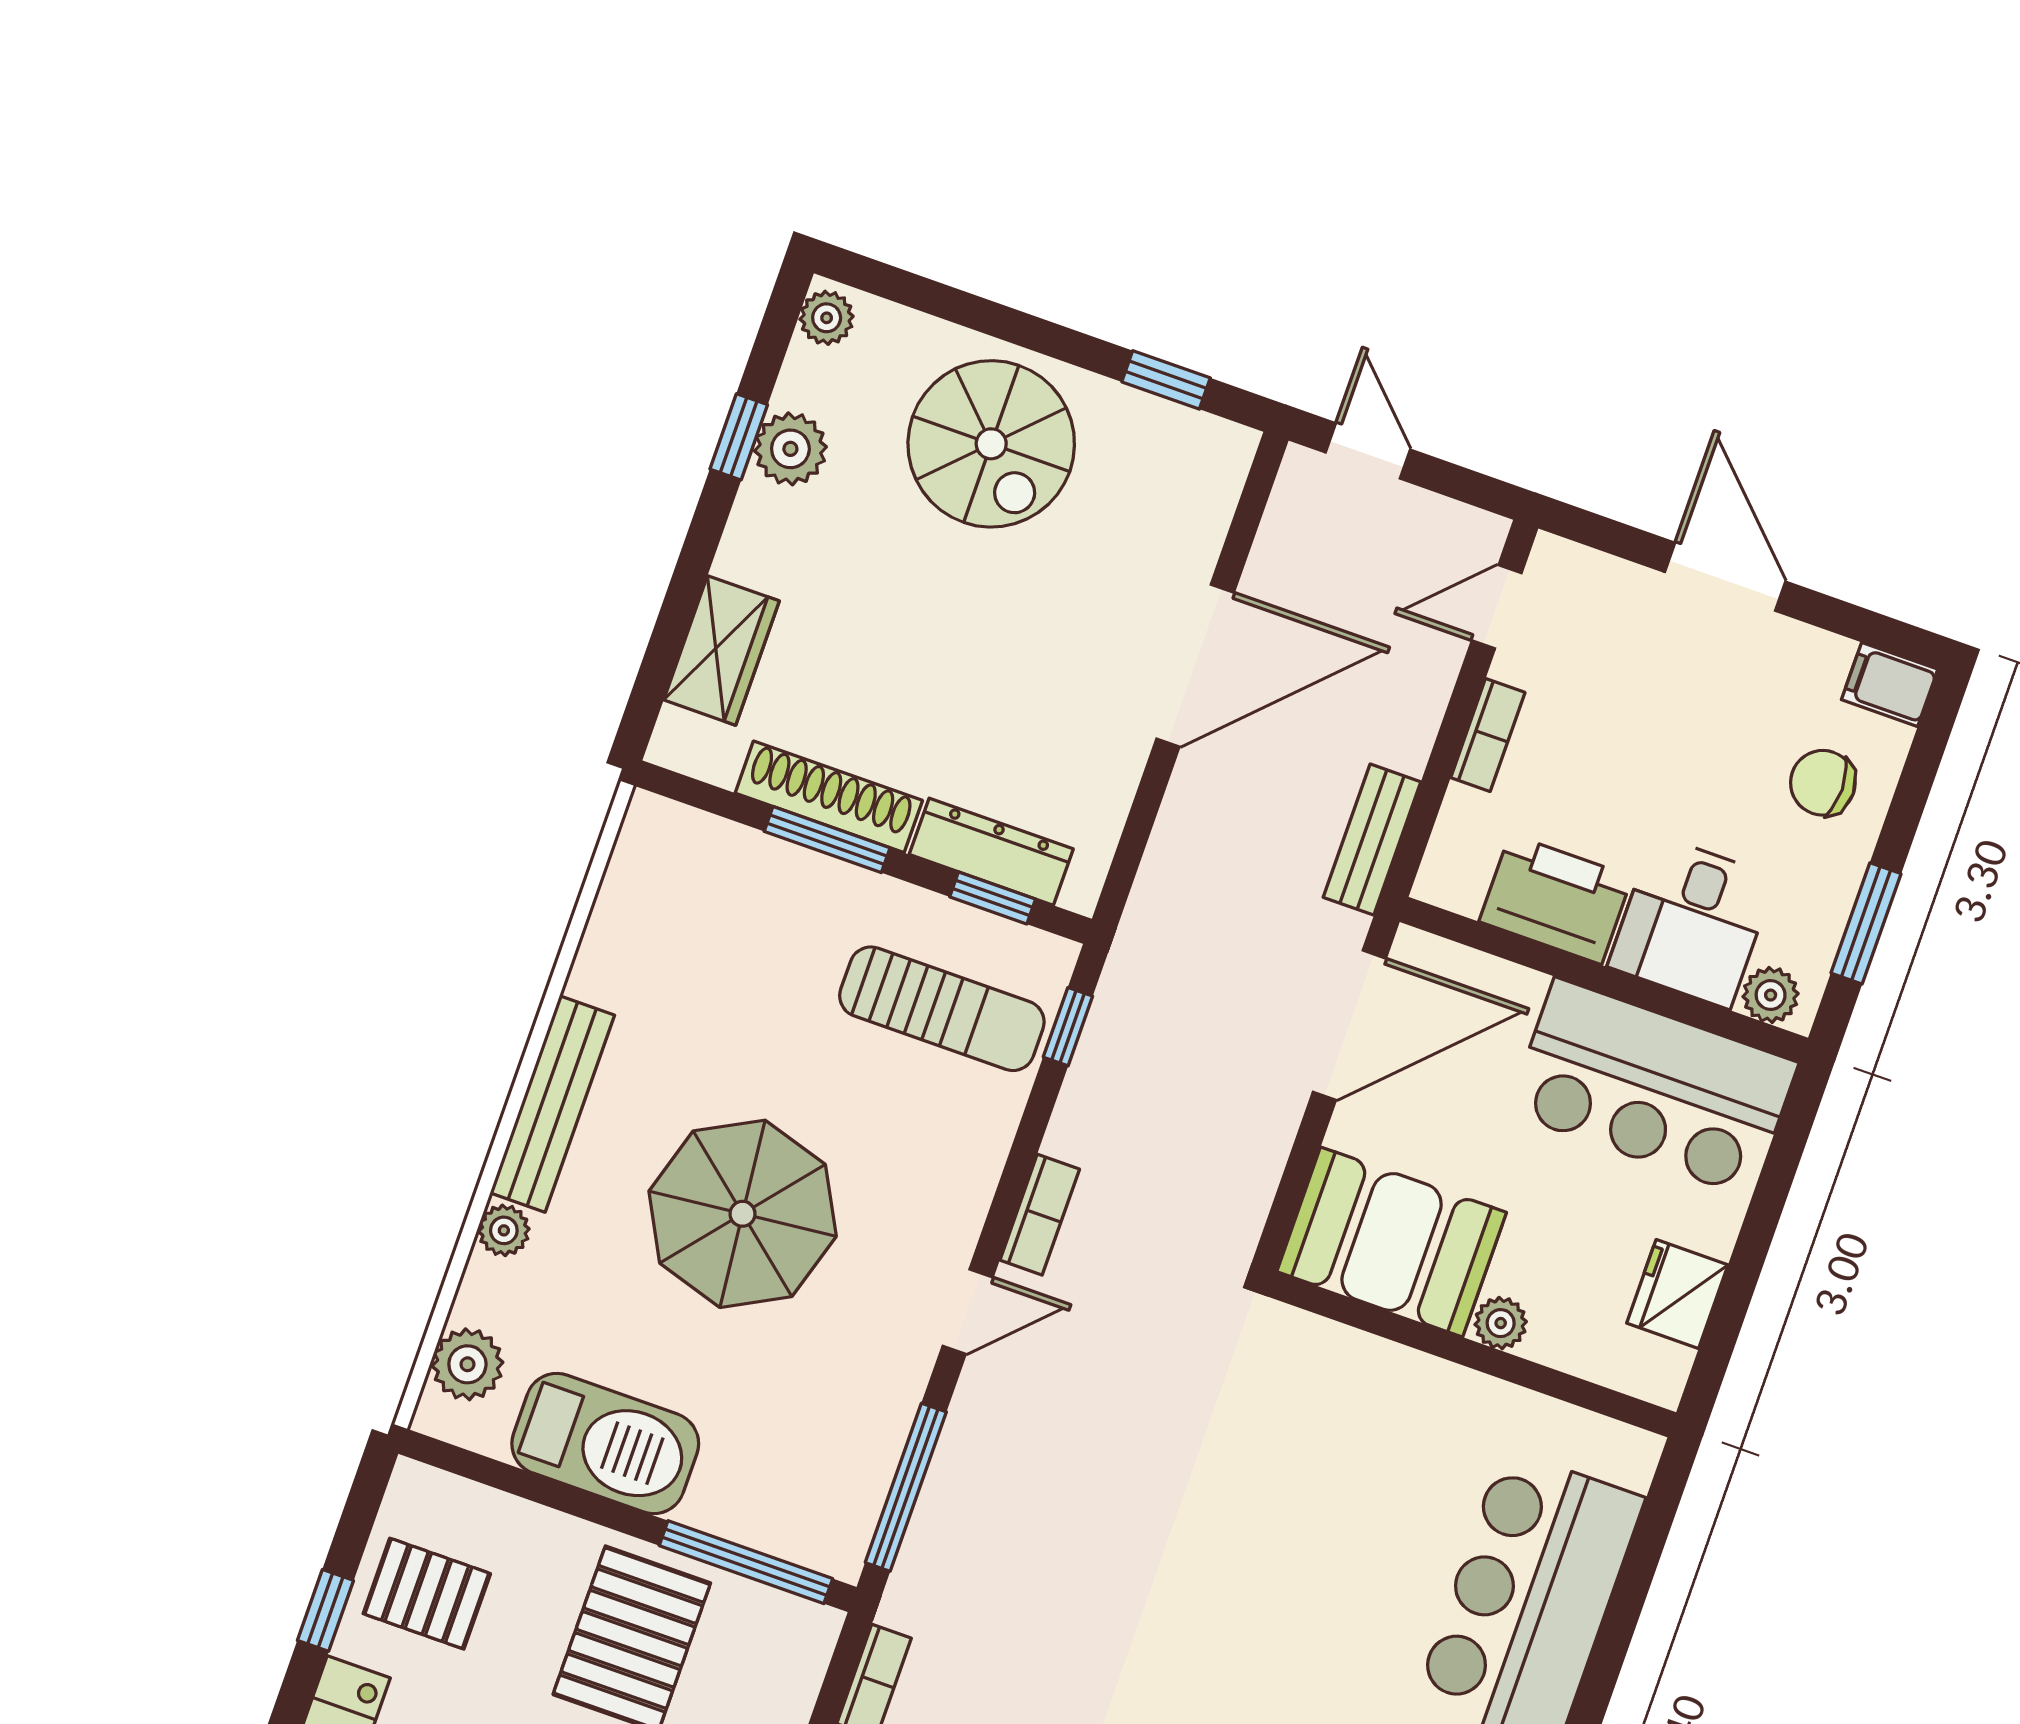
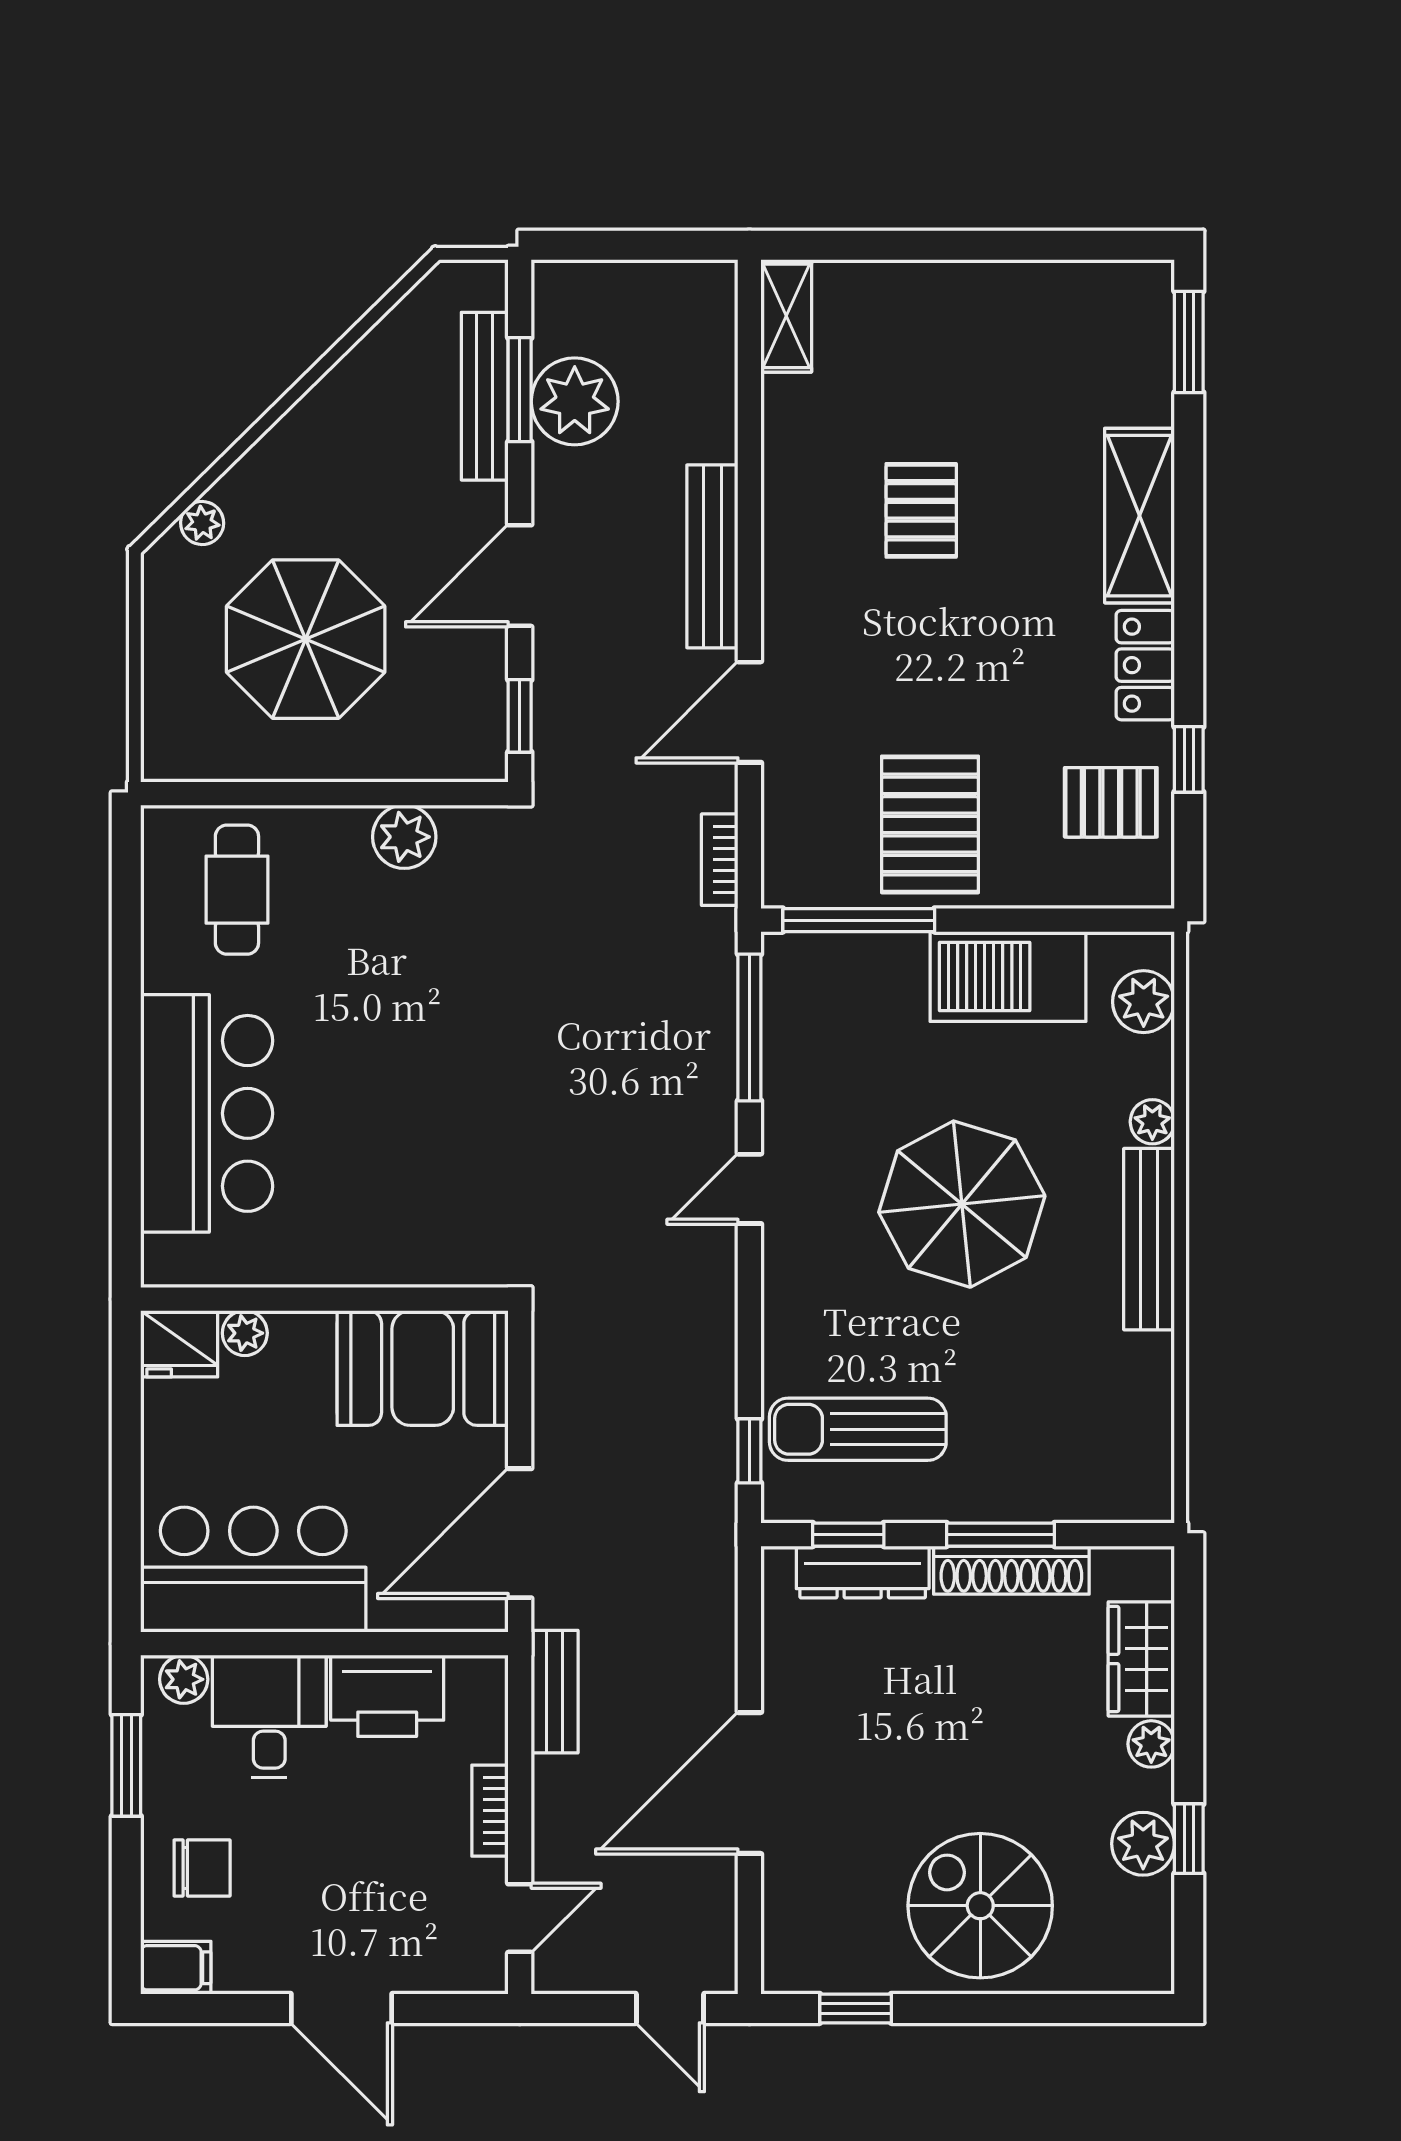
plant: (827, 318) -> (1151, 1744), moved
bookcase: (1040, 1215) -> (718, 1289), removed
fridge: (1677, 1294) -> (179, 1344), moved, turned 90
plant: (1501, 1323) -> (245, 1333), moved

